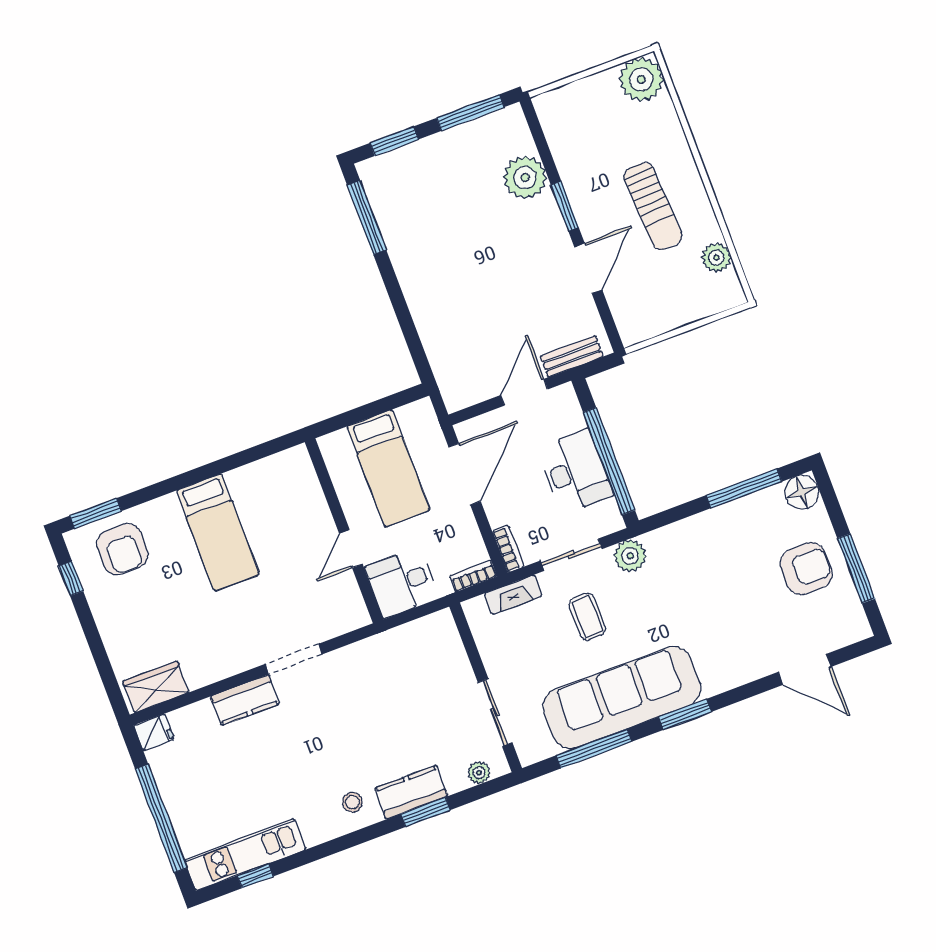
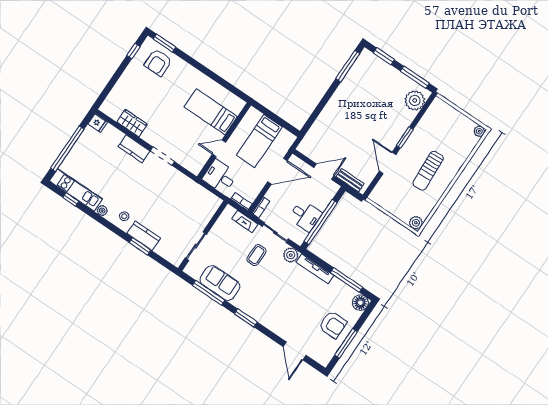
plant: (641, 79) -> (479, 131), width x0.53, depth x0.53
plant: (525, 177) -> (415, 100), moved
plant: (716, 258) -> (416, 223), moved
door: (588, 268) -> (388, 163), swing flipped
desk: (575, 472) -> (305, 216), width x0.73
tv unit: (685, 530) -> (315, 269), added
bed: (218, 532) -> (211, 112), moved, turned 90
wardrobe: (156, 687) -> (132, 123), moved
sofa: (622, 698) -> (220, 283), width x0.54, depth x0.79
plant: (479, 773) -> (102, 211), moved

